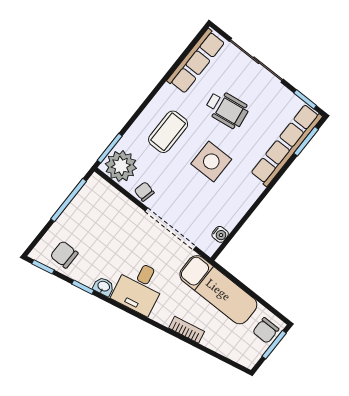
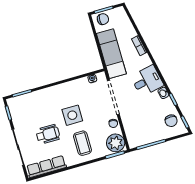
wheelchair: (227, 109) -> (48, 134), turned 98
coffee table: (168, 132) -> (82, 143), turned 90
row of seats: (286, 145) -> (32, 98), removed

